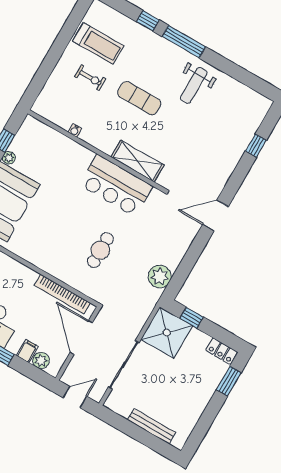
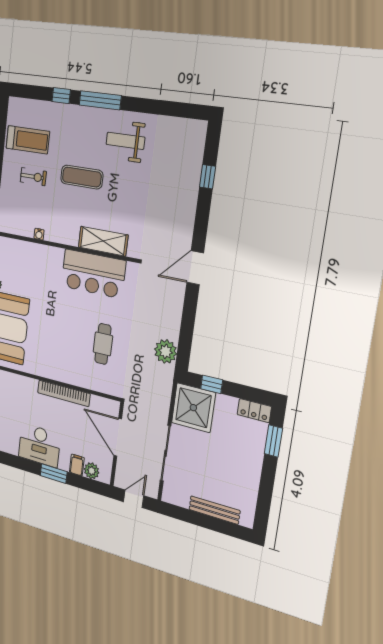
weight bench: (194, 85) -> (125, 141), turned 90
bookcase: (62, 294) -> (64, 393), moved

